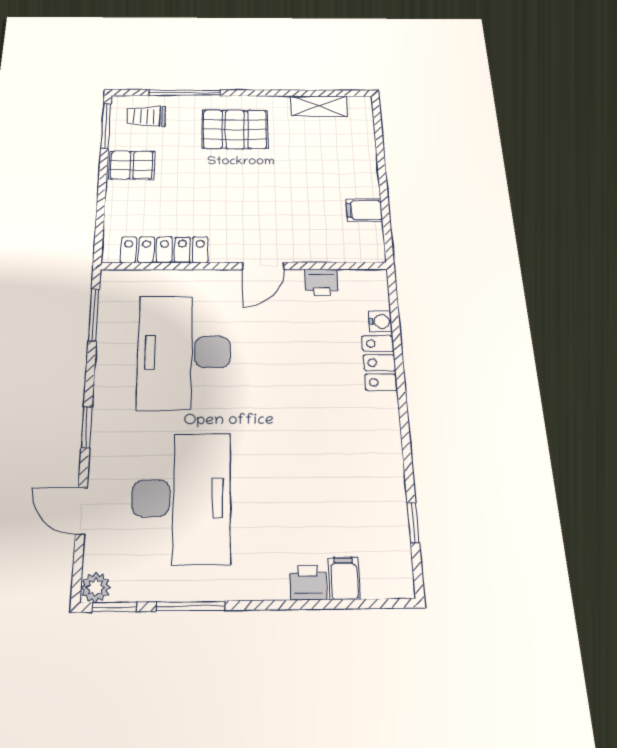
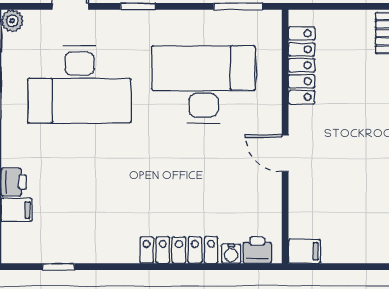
filing cabinet: (364, 210) -> (304, 251), moved, turned 90
printer: (321, 282) -> (257, 250), moved, turned 90
locker: (379, 363) -> (179, 250), width x1.53

